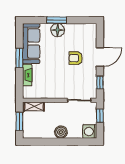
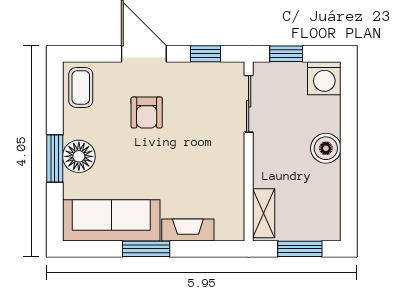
coffee table: (86, 31) -> (81, 87), added

